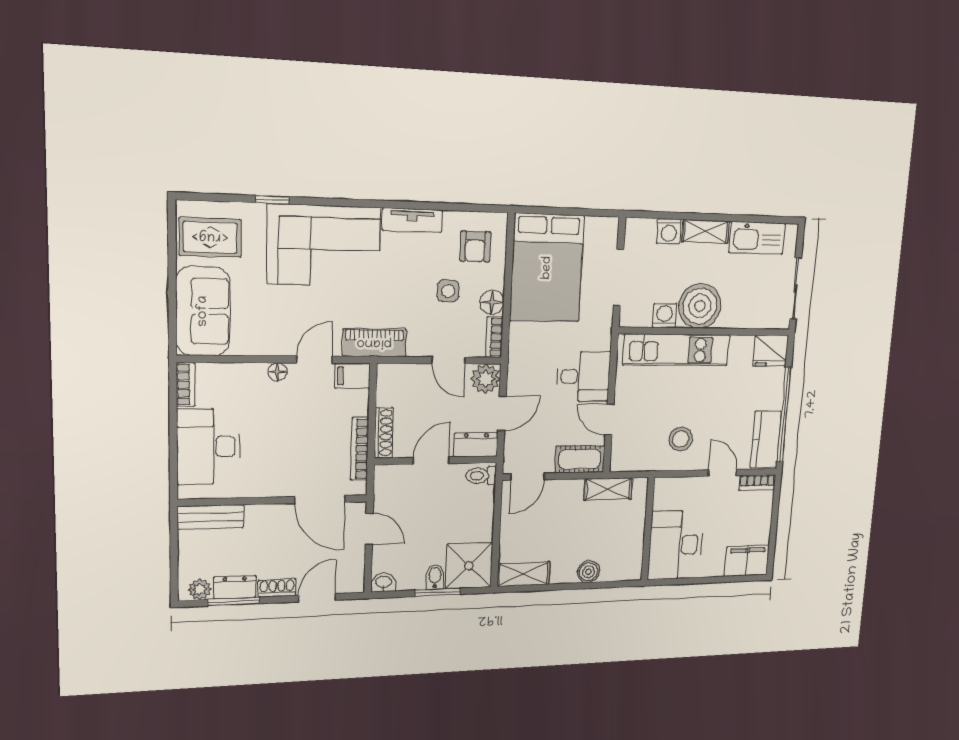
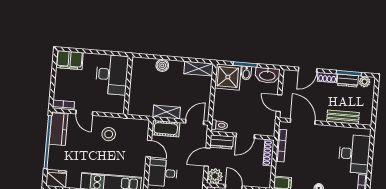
shelving: (608, 489) -> (167, 112), moved
bench: (211, 517) -> (343, 117), moved
washbasin: (384, 582) -> (267, 75), width x1.91, depth x1.45

